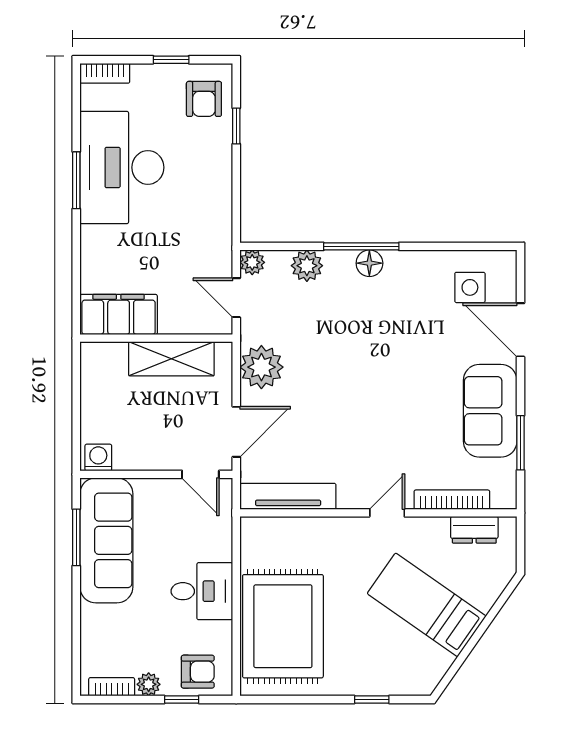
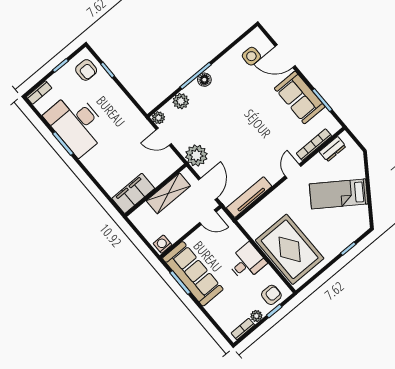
filing cabinet: (119, 315) -> (133, 193), moved
wall: (156, 338) -> (156, 190), moved
shelving: (171, 359) -> (168, 193), moved

